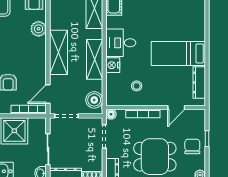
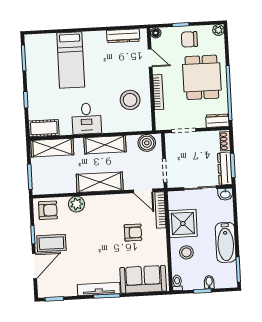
bed: (178, 53) -> (71, 60), moved
nightstand: (113, 65) -> (110, 126), removed
stool: (137, 86) -> (130, 100), width x1.89, depth x1.89
floor lamp: (111, 114) -> (156, 33), moved

